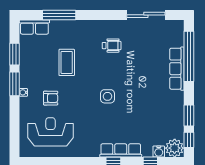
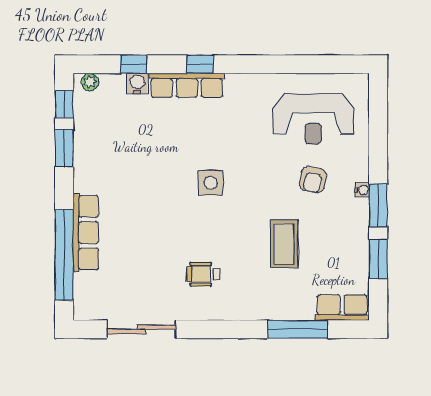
armchair: (51, 98) -> (313, 180), turned -78
plant: (175, 148) -> (90, 82), width x0.53, depth x0.53
water cooler: (159, 152) -> (137, 83), moved

